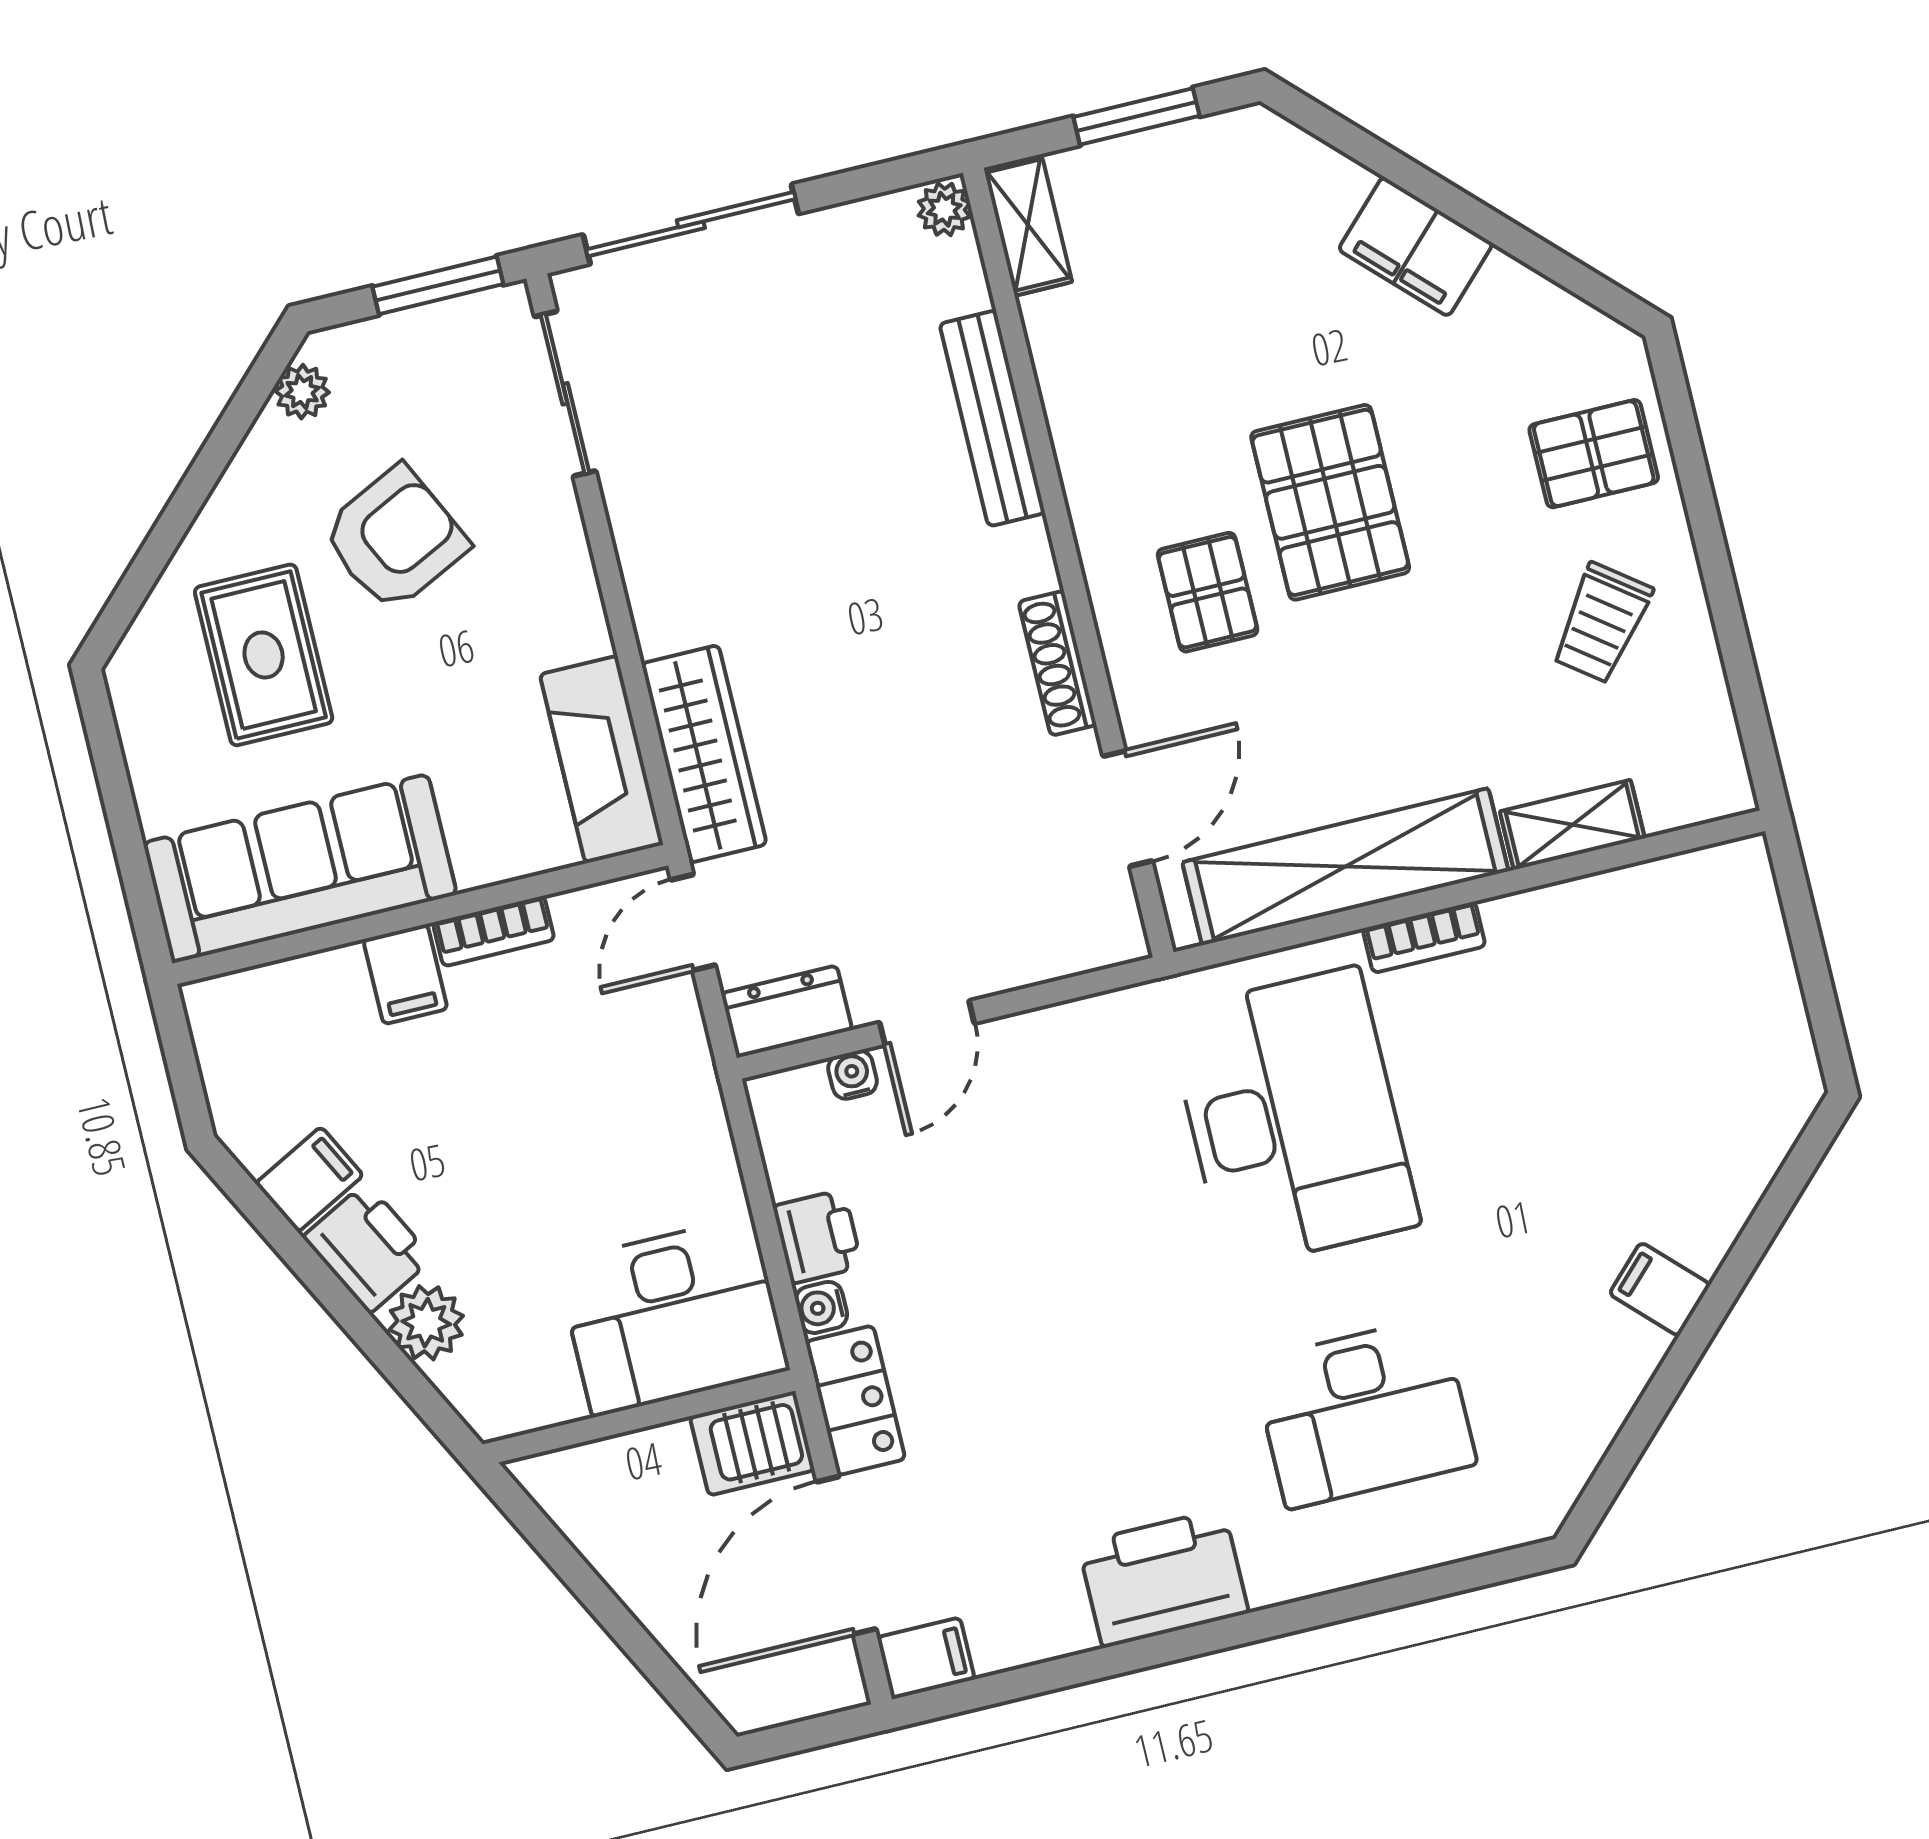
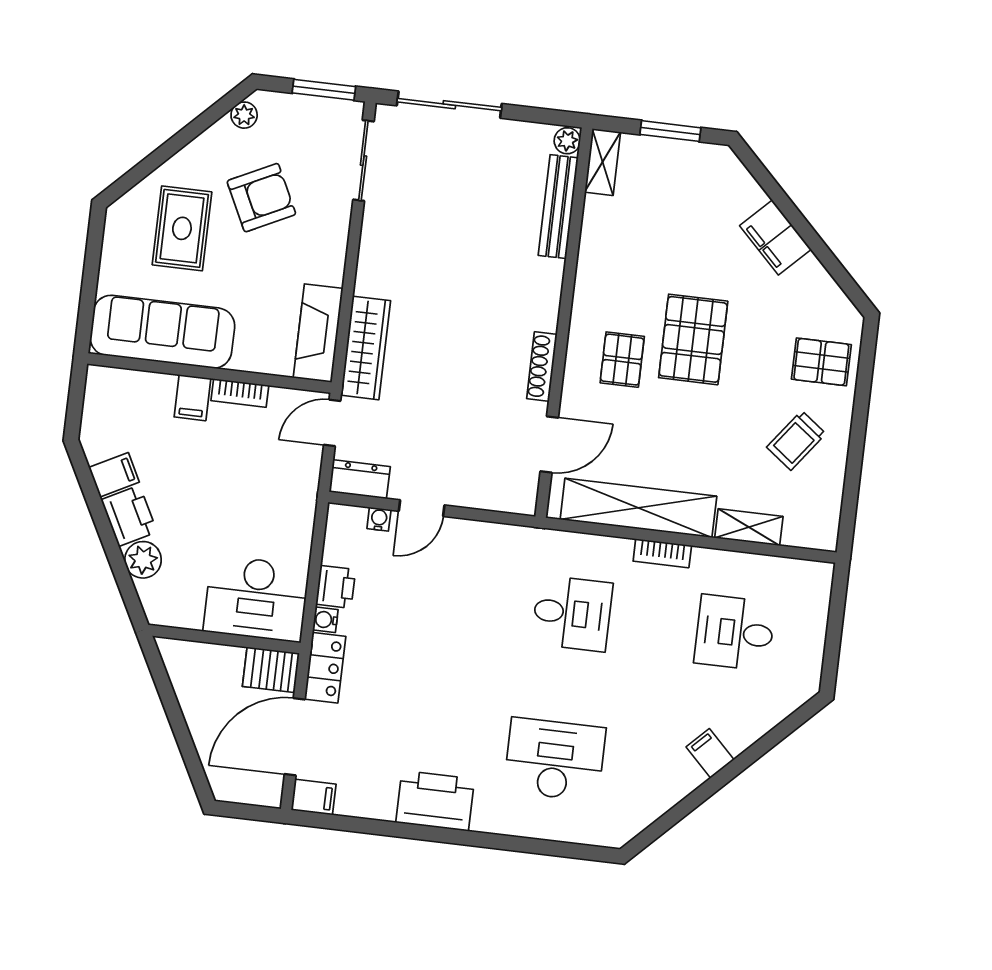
bench: (992, 418) -> (558, 207), moved
desk: (1621, 1039) -> (735, 633), added
desk: (1293, 1118) -> (572, 613), width x0.53, depth x0.77
desk: (1364, 1413) -> (555, 759), turned 180

